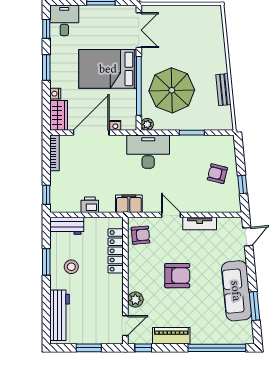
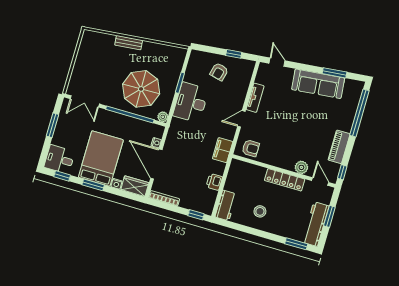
double door: (139, 30) -> (85, 101), swing flipped
bed: (108, 69) -> (101, 159), moved, turned 180
bench: (223, 90) -> (129, 43), moved
desk: (148, 152) -> (191, 102), moved
armchair: (140, 235) -> (251, 148), turned 95
locker: (116, 251) -> (285, 180), moved
window: (46, 262) -> (296, 244), moved
armchair: (177, 276) -> (292, 128), removed
workbench: (59, 315) -> (316, 224), moved, turned -90

